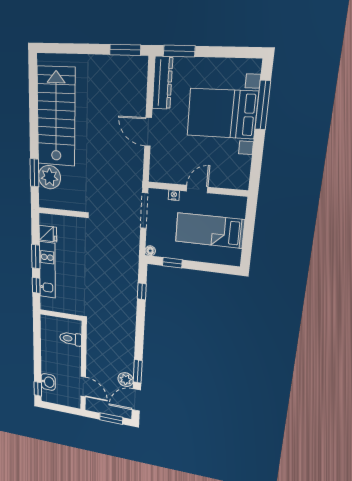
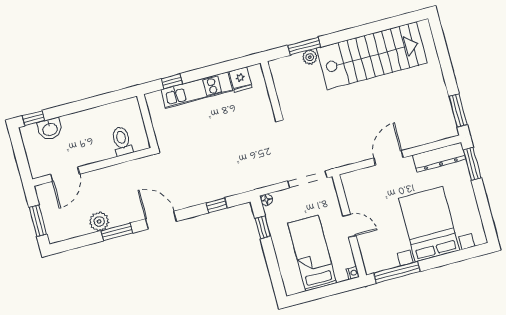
window: (263, 105) -> (397, 272), moved
plant: (49, 177) -> (310, 57), width x0.53, depth x0.53
nightstand: (174, 195) -> (353, 273), moved
window: (36, 257) -> (207, 72), removed
door: (136, 400) -> (161, 220), moved

